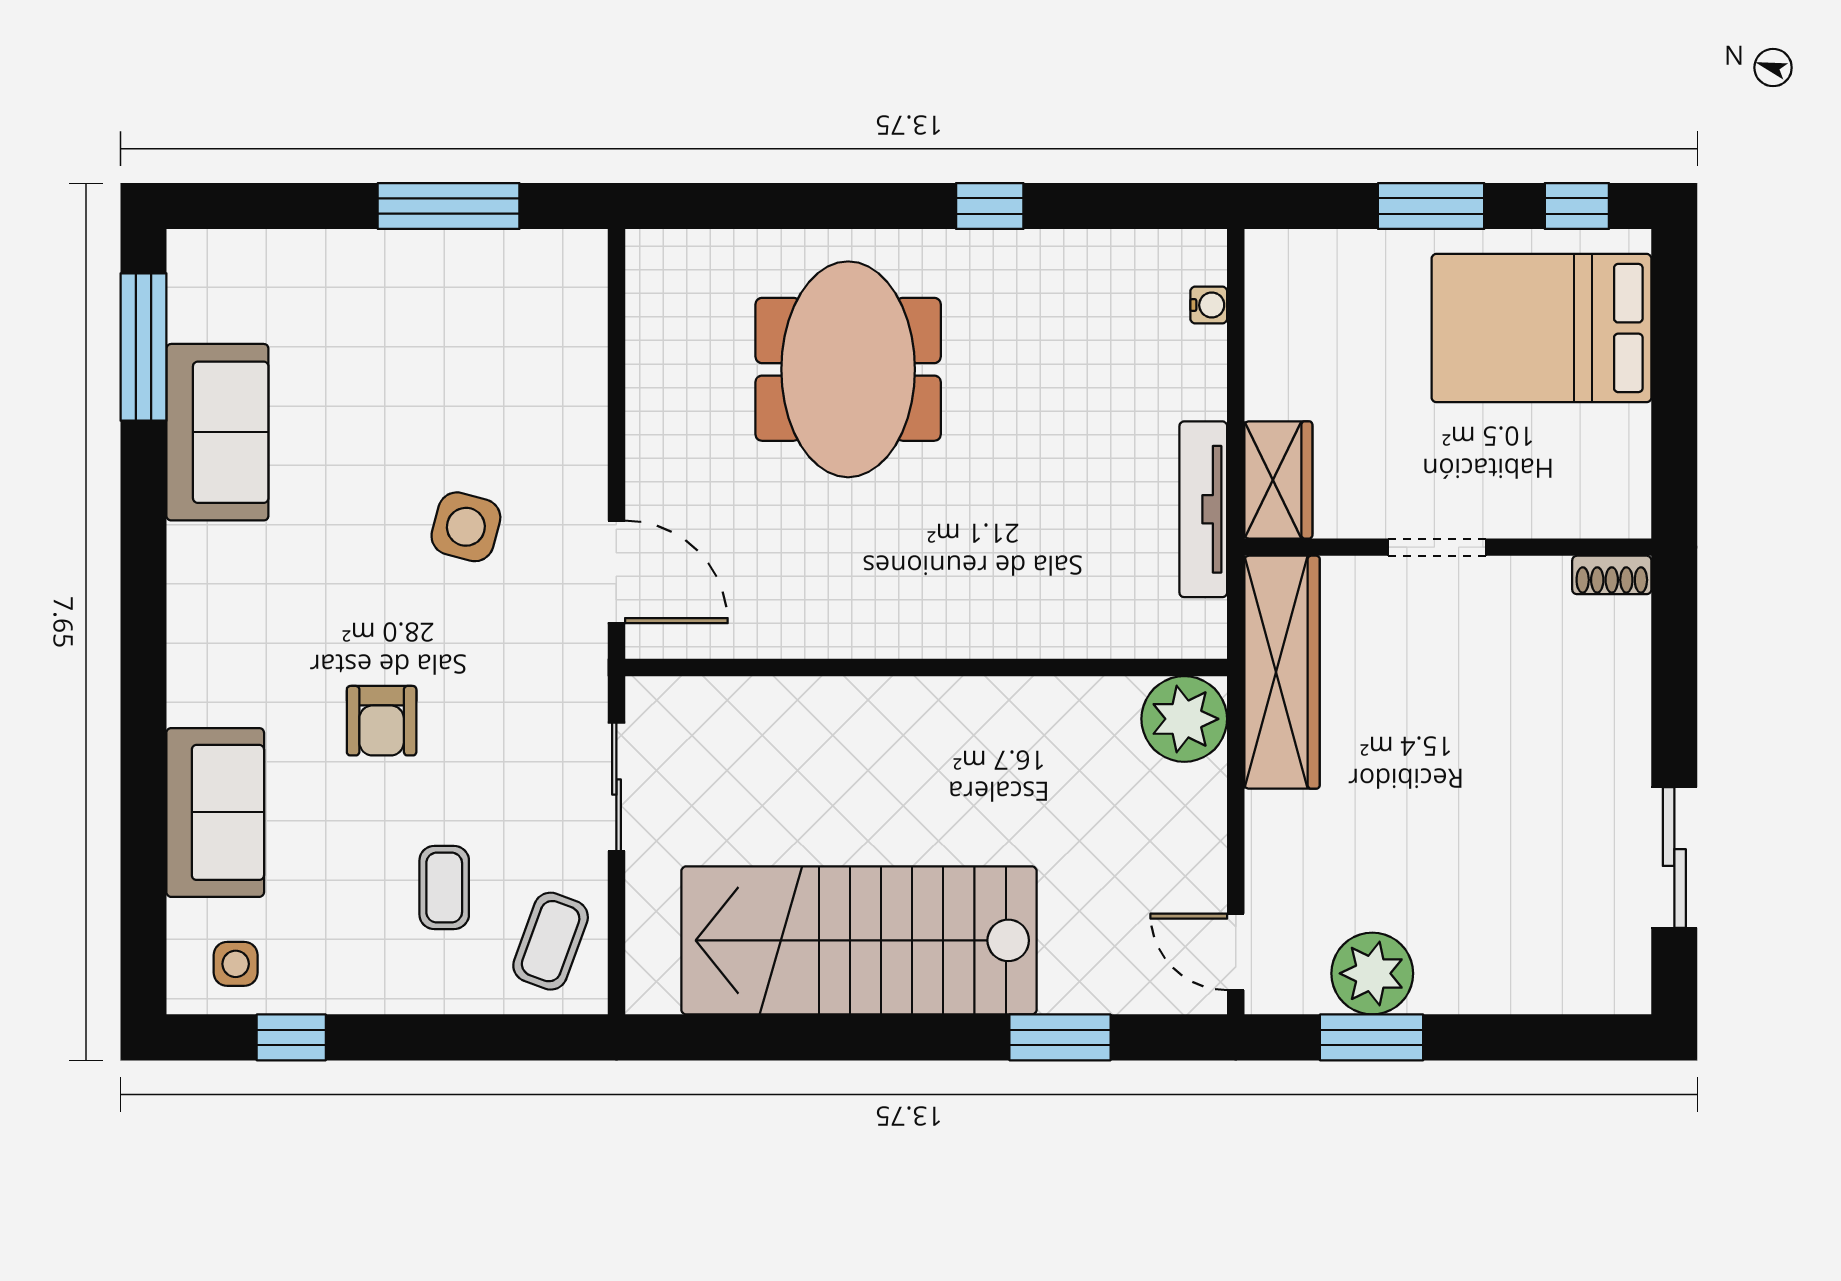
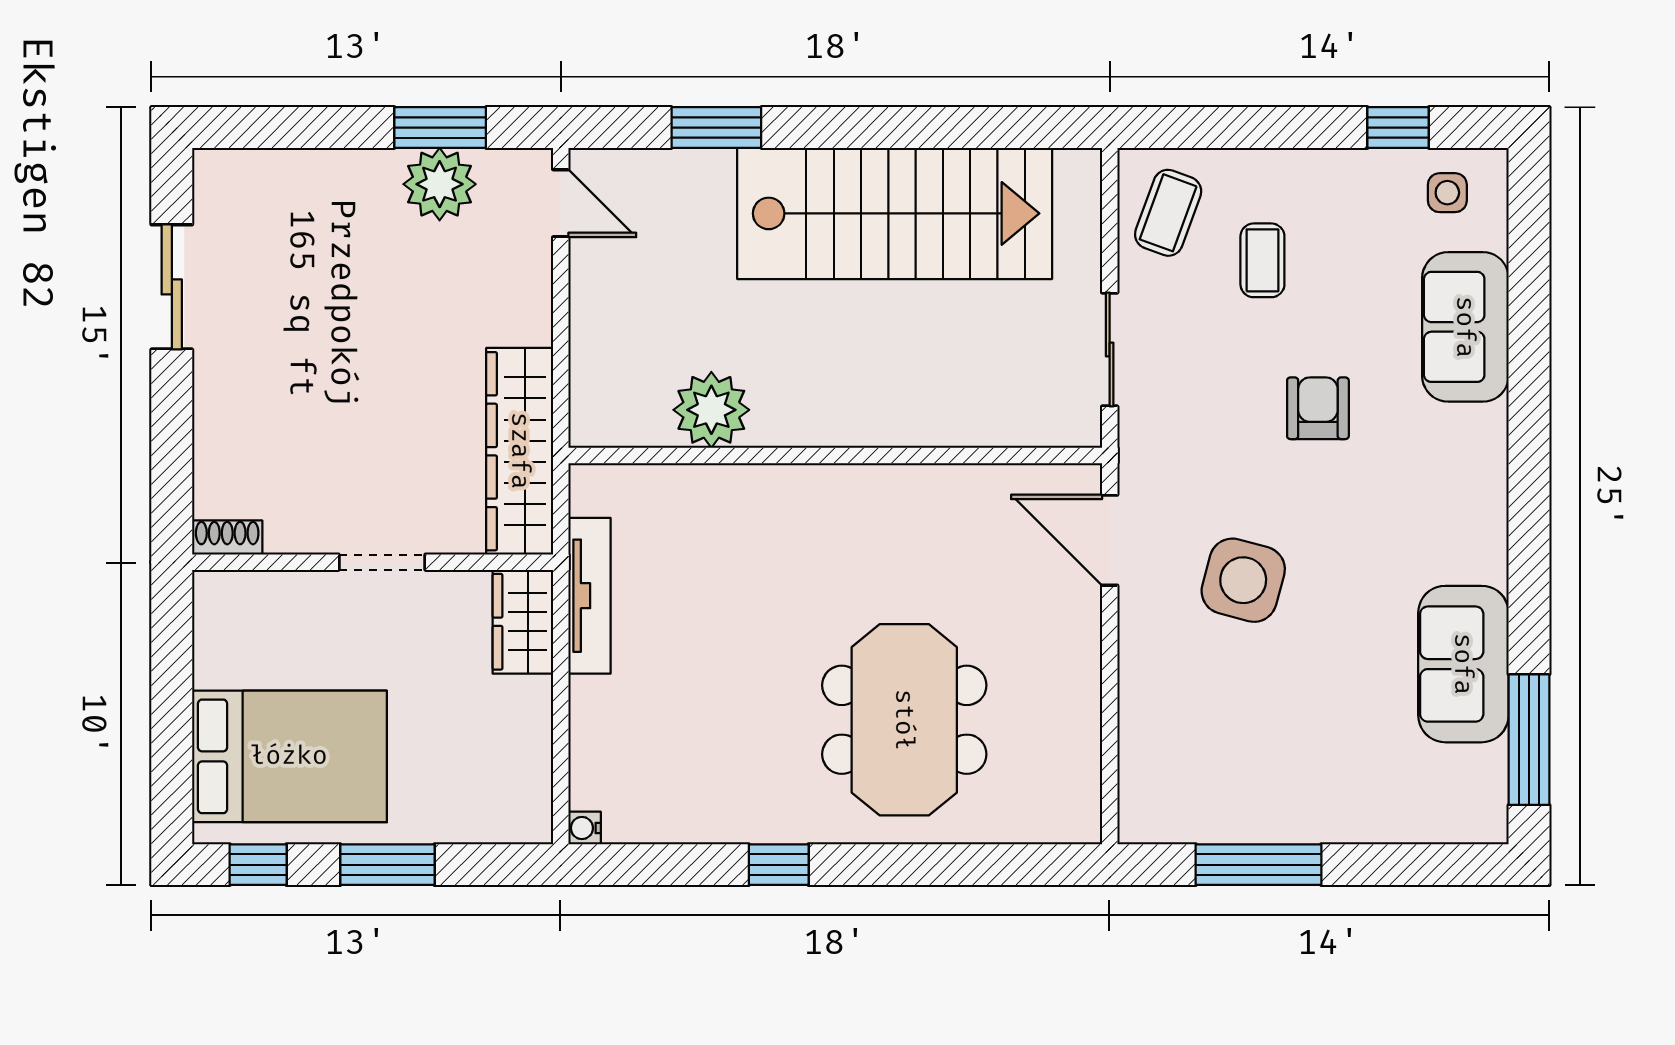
water cooler: (1209, 305) -> (585, 828), moved
side table: (466, 527) -> (1243, 580), width x1.37, depth x1.37
plant: (1184, 719) -> (711, 410), moved

